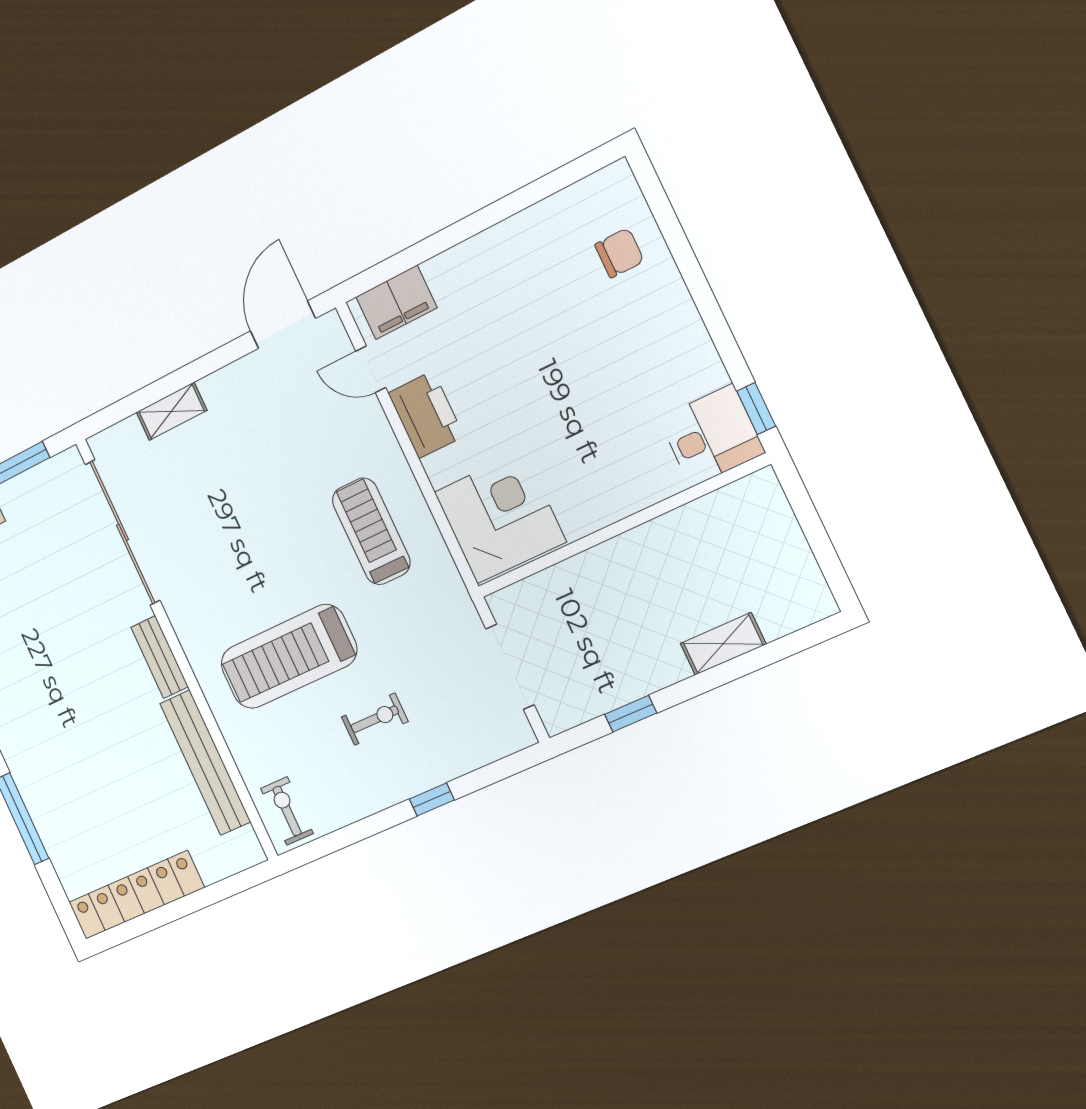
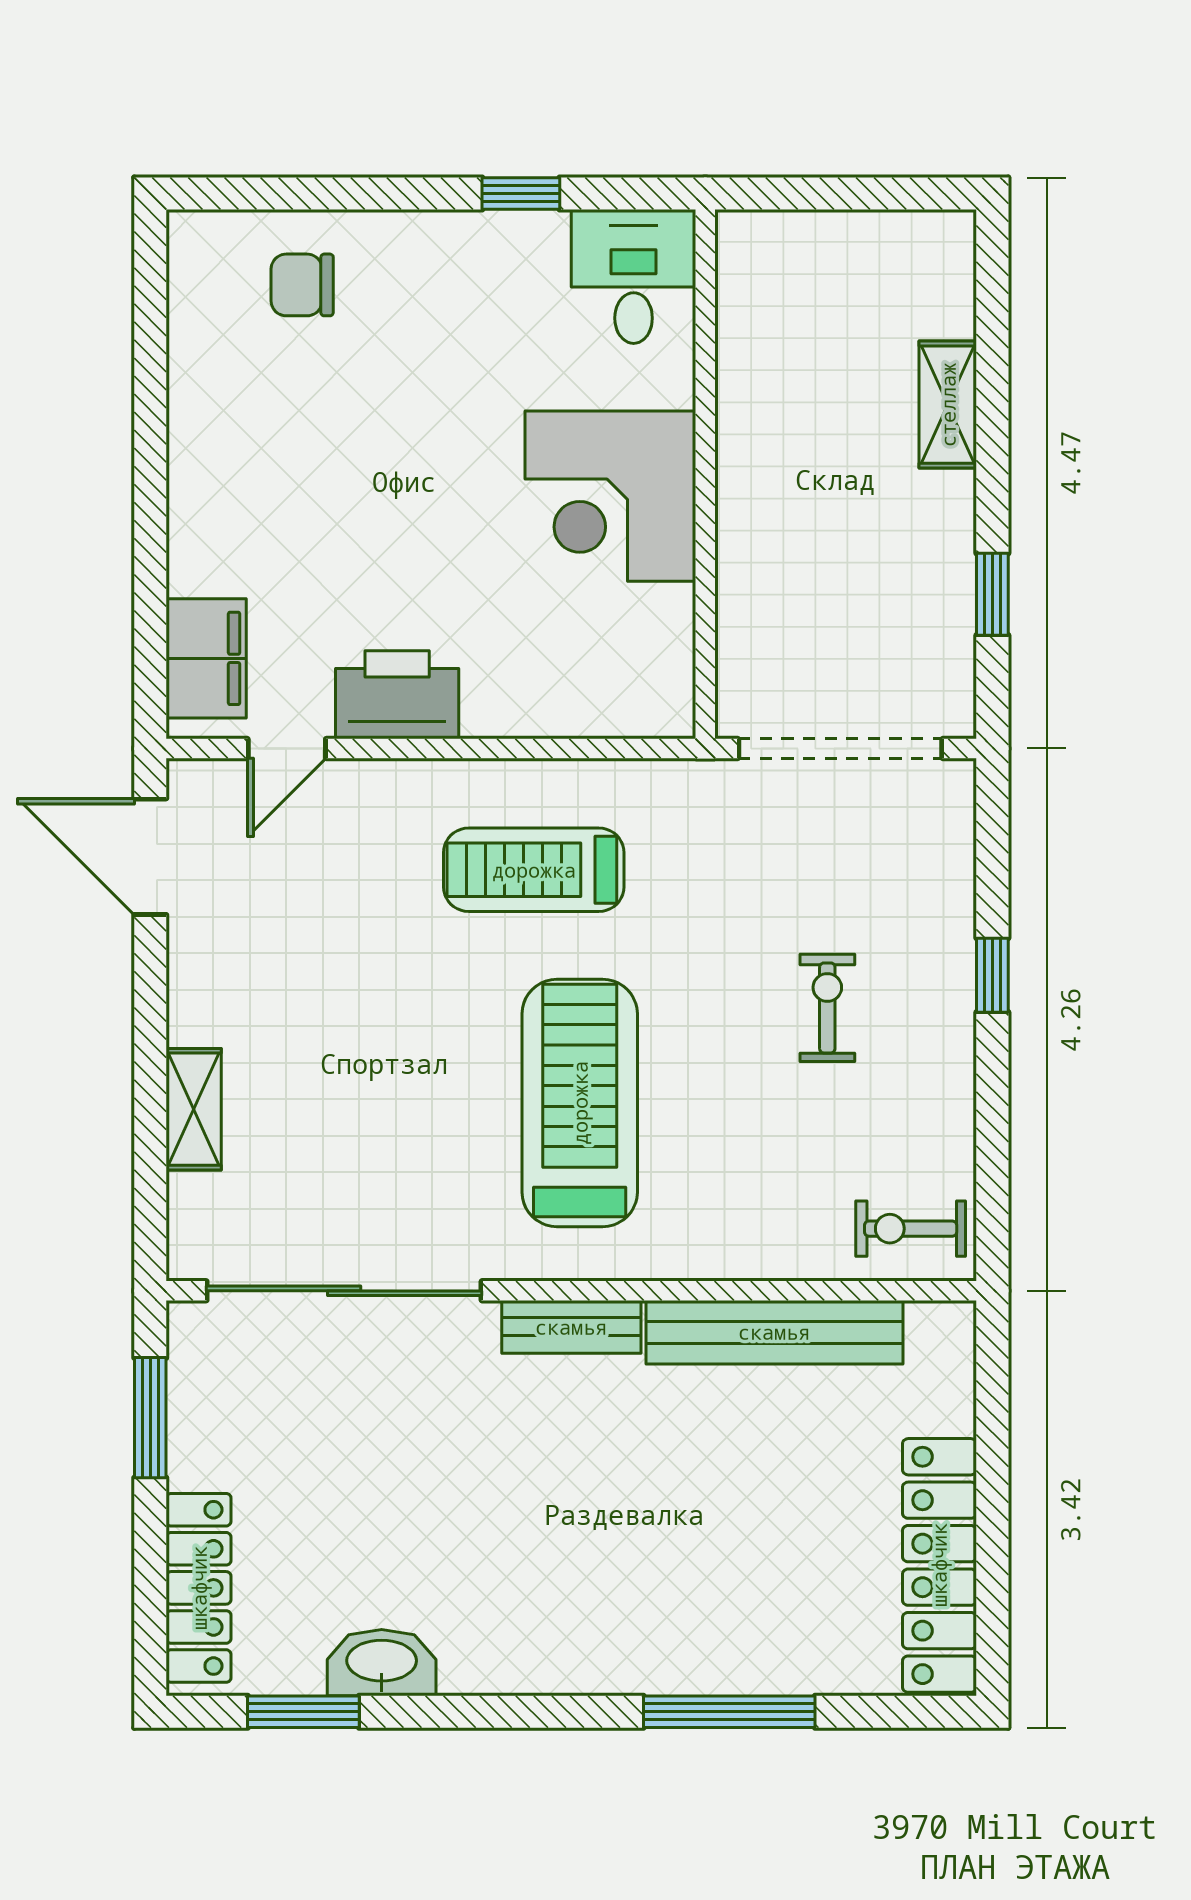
chair: (619, 253) -> (302, 285), turned -90
window: (756, 409) -> (521, 194), moved
corner desk: (500, 517) -> (610, 496), moved, turned -90
treadmill: (289, 657) -> (580, 1103), moved, turned 180
doorway: (510, 667) -> (840, 749), width x1.36

